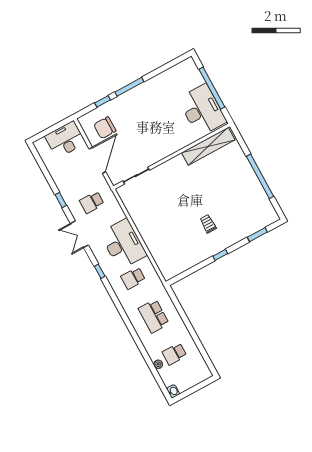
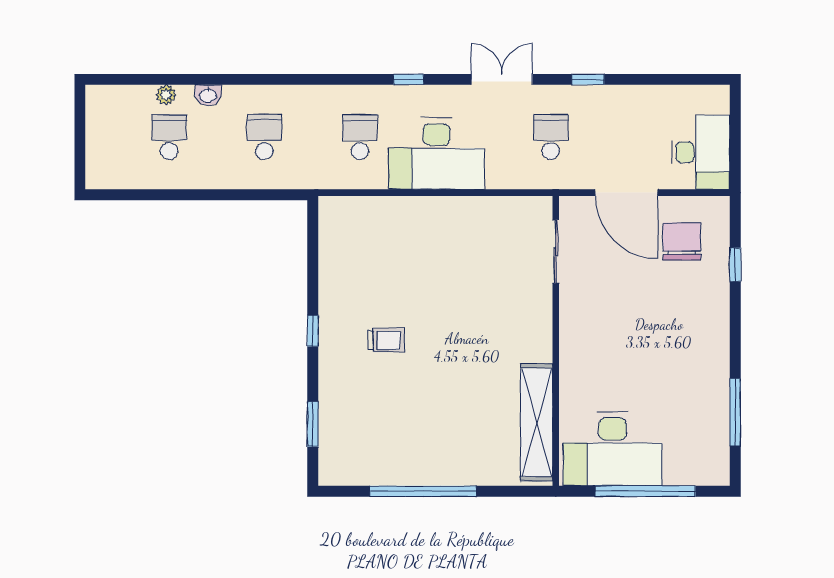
window: (129, 87) -> (735, 412), moved
school desk: (154, 316) -> (264, 137), width x0.54
washbasin: (173, 391) -> (208, 95), moved

